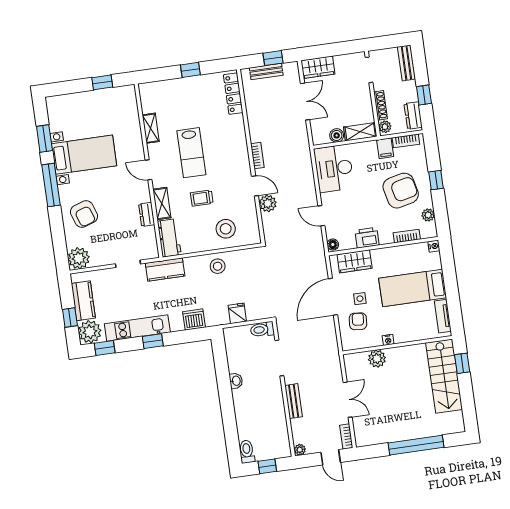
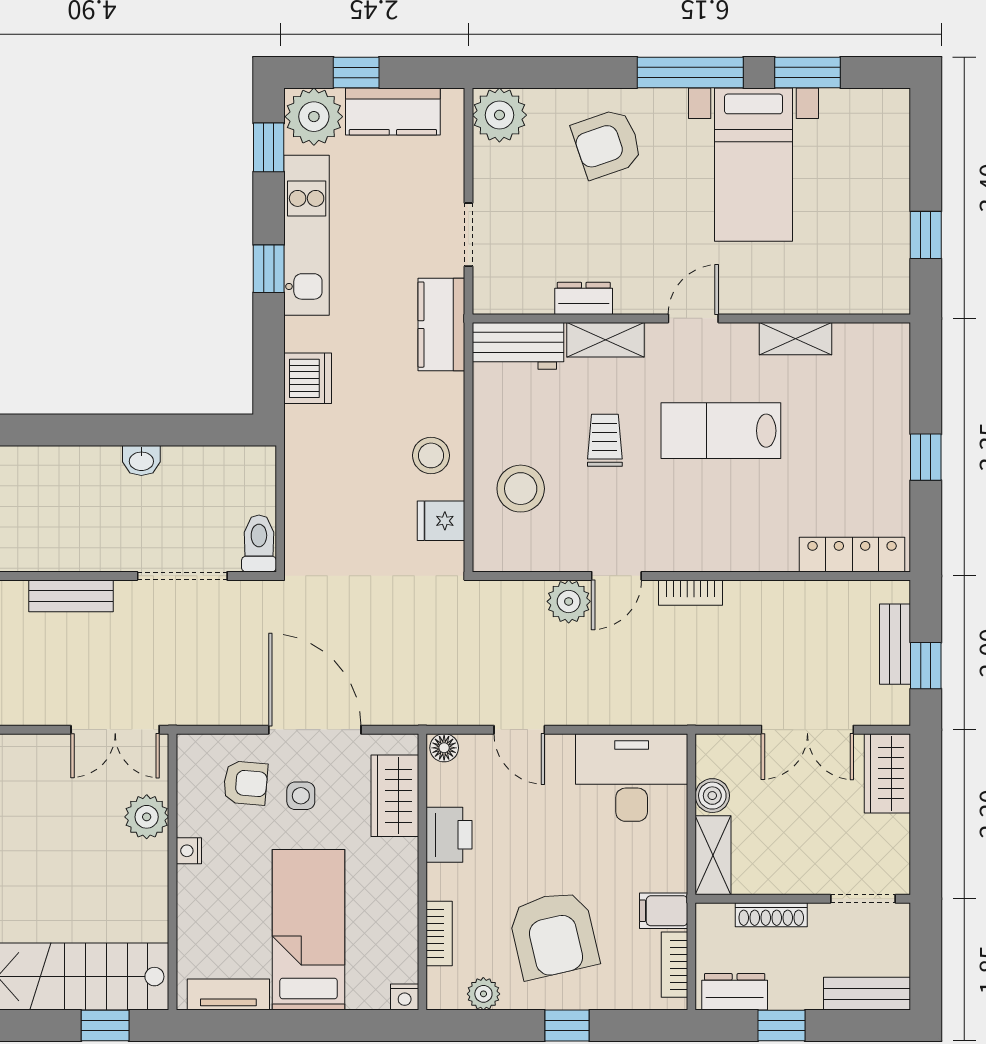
plant: (385, 127) -> (717, 918), removed
door: (321, 216) -> (519, 730), swing flipped
fridge: (237, 313) -> (441, 521), moved, turned 180
double door: (348, 400) -> (115, 730), moved

